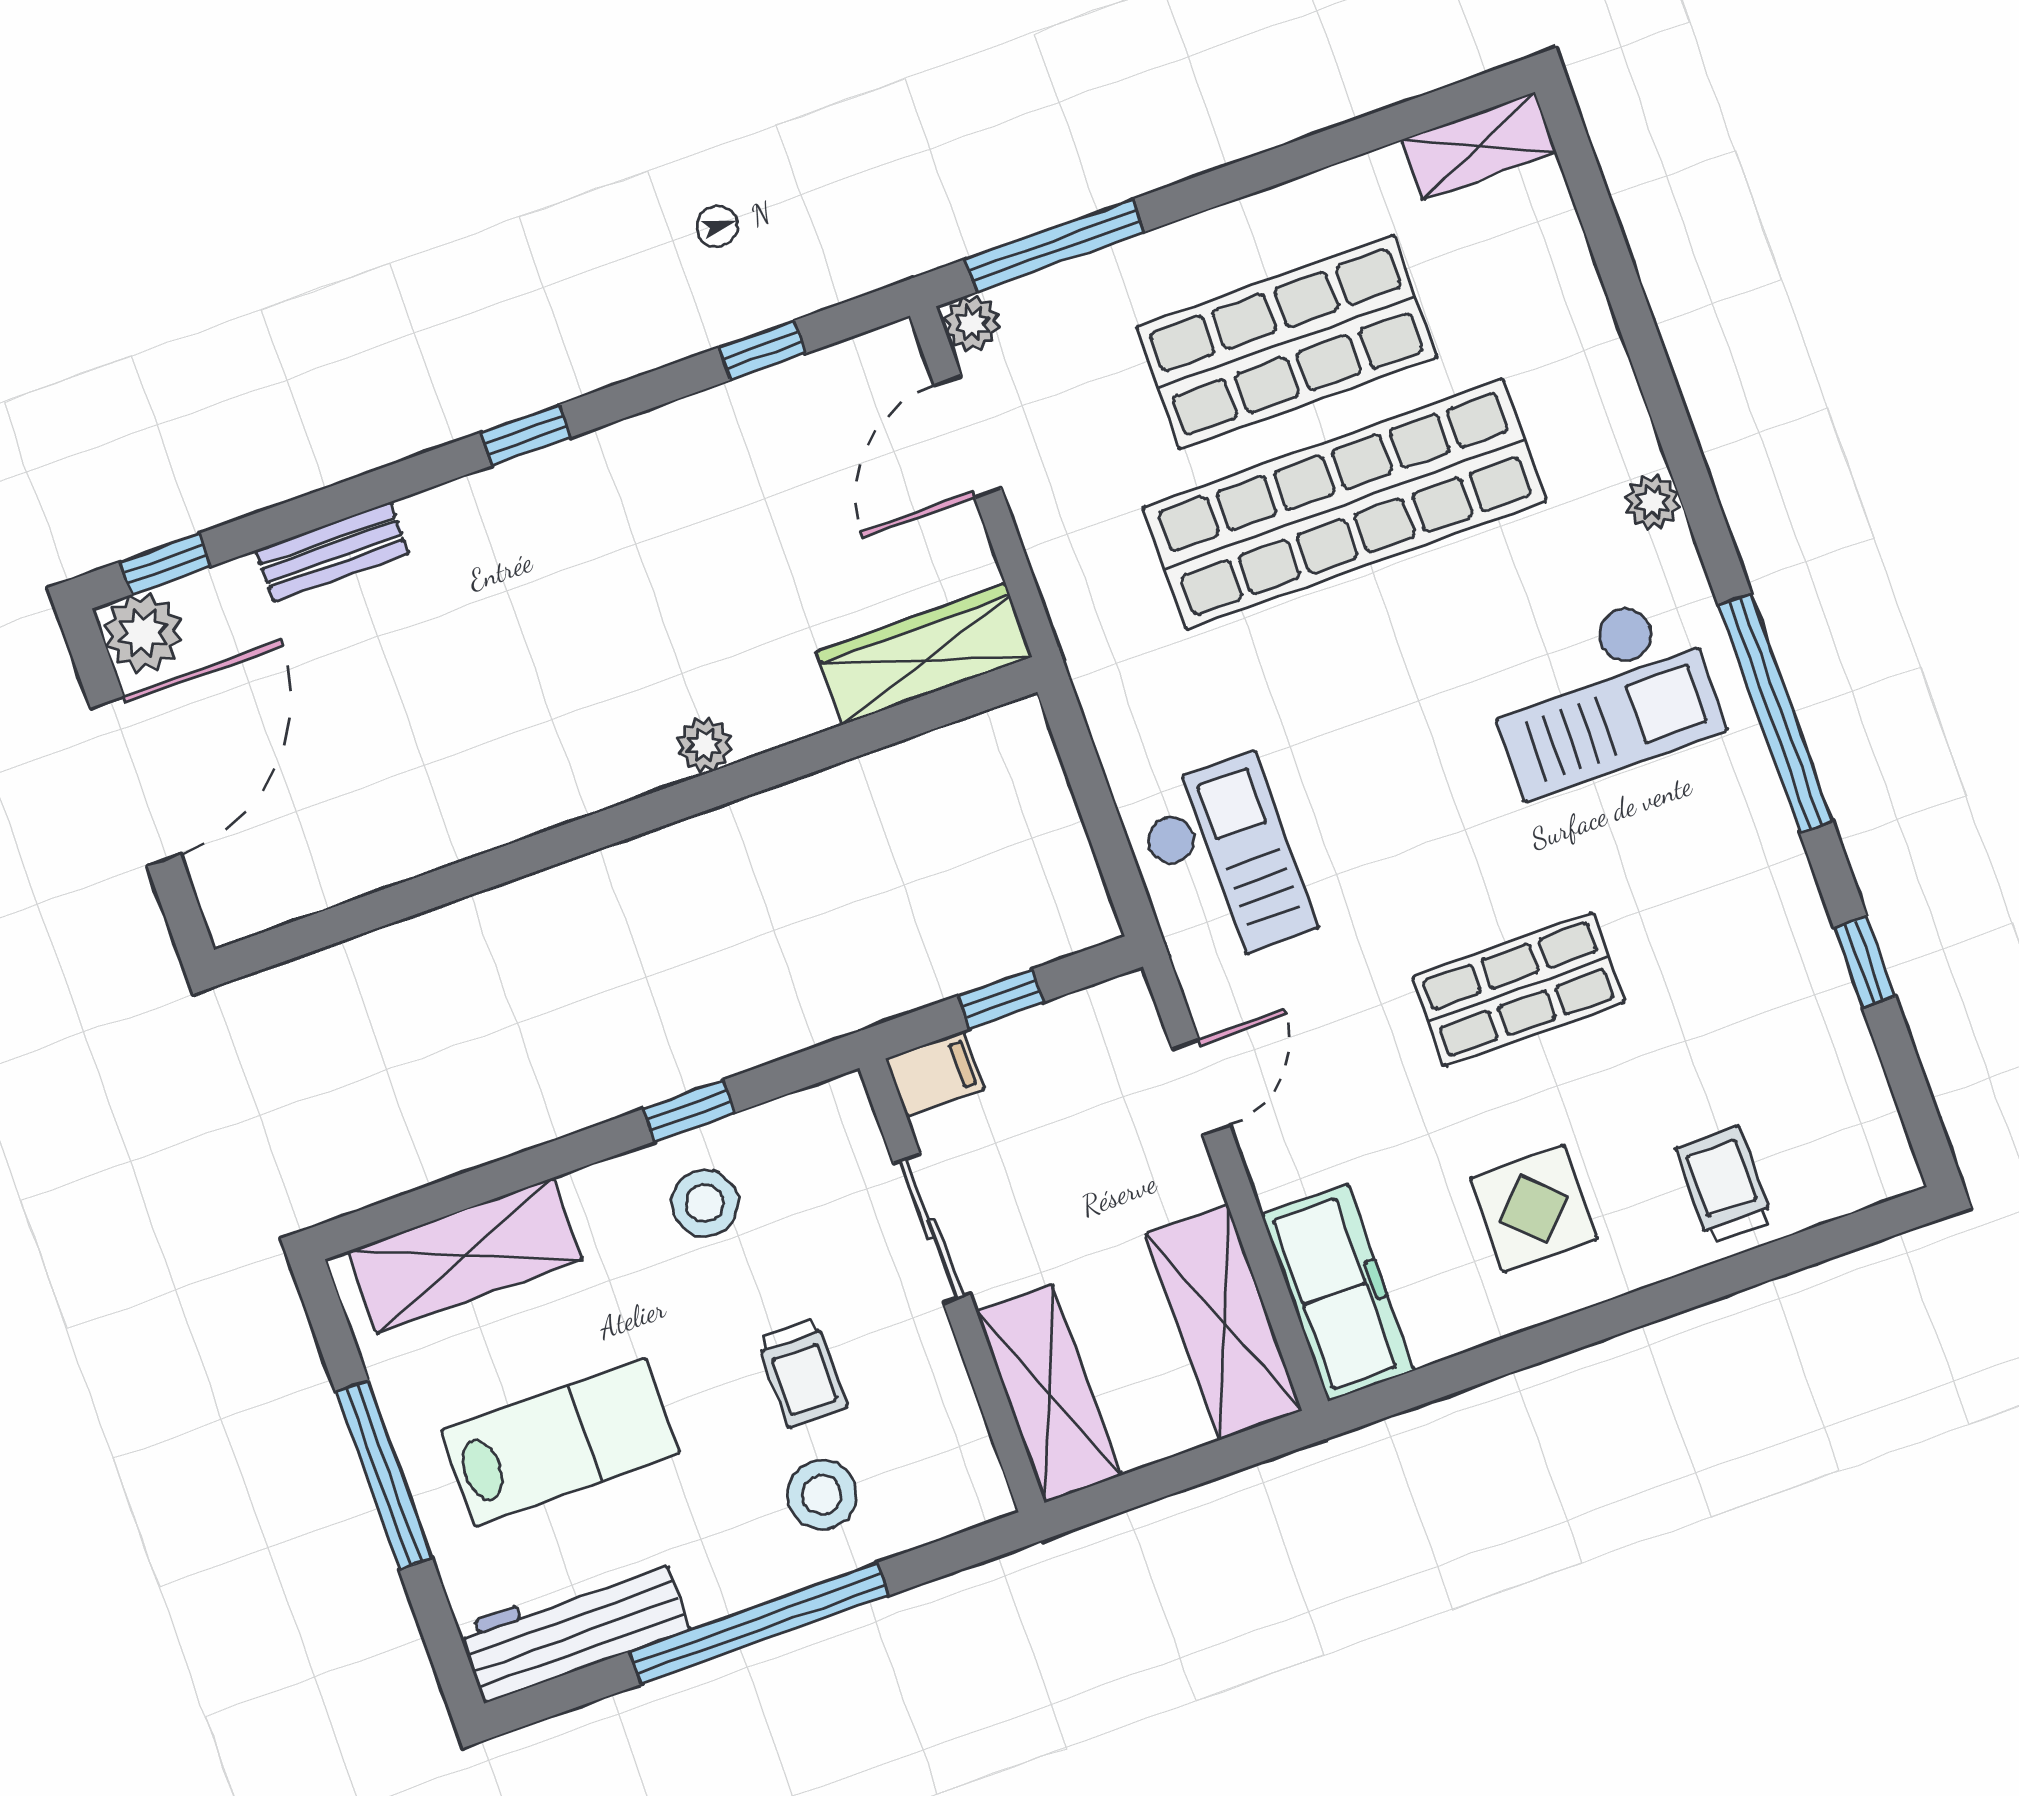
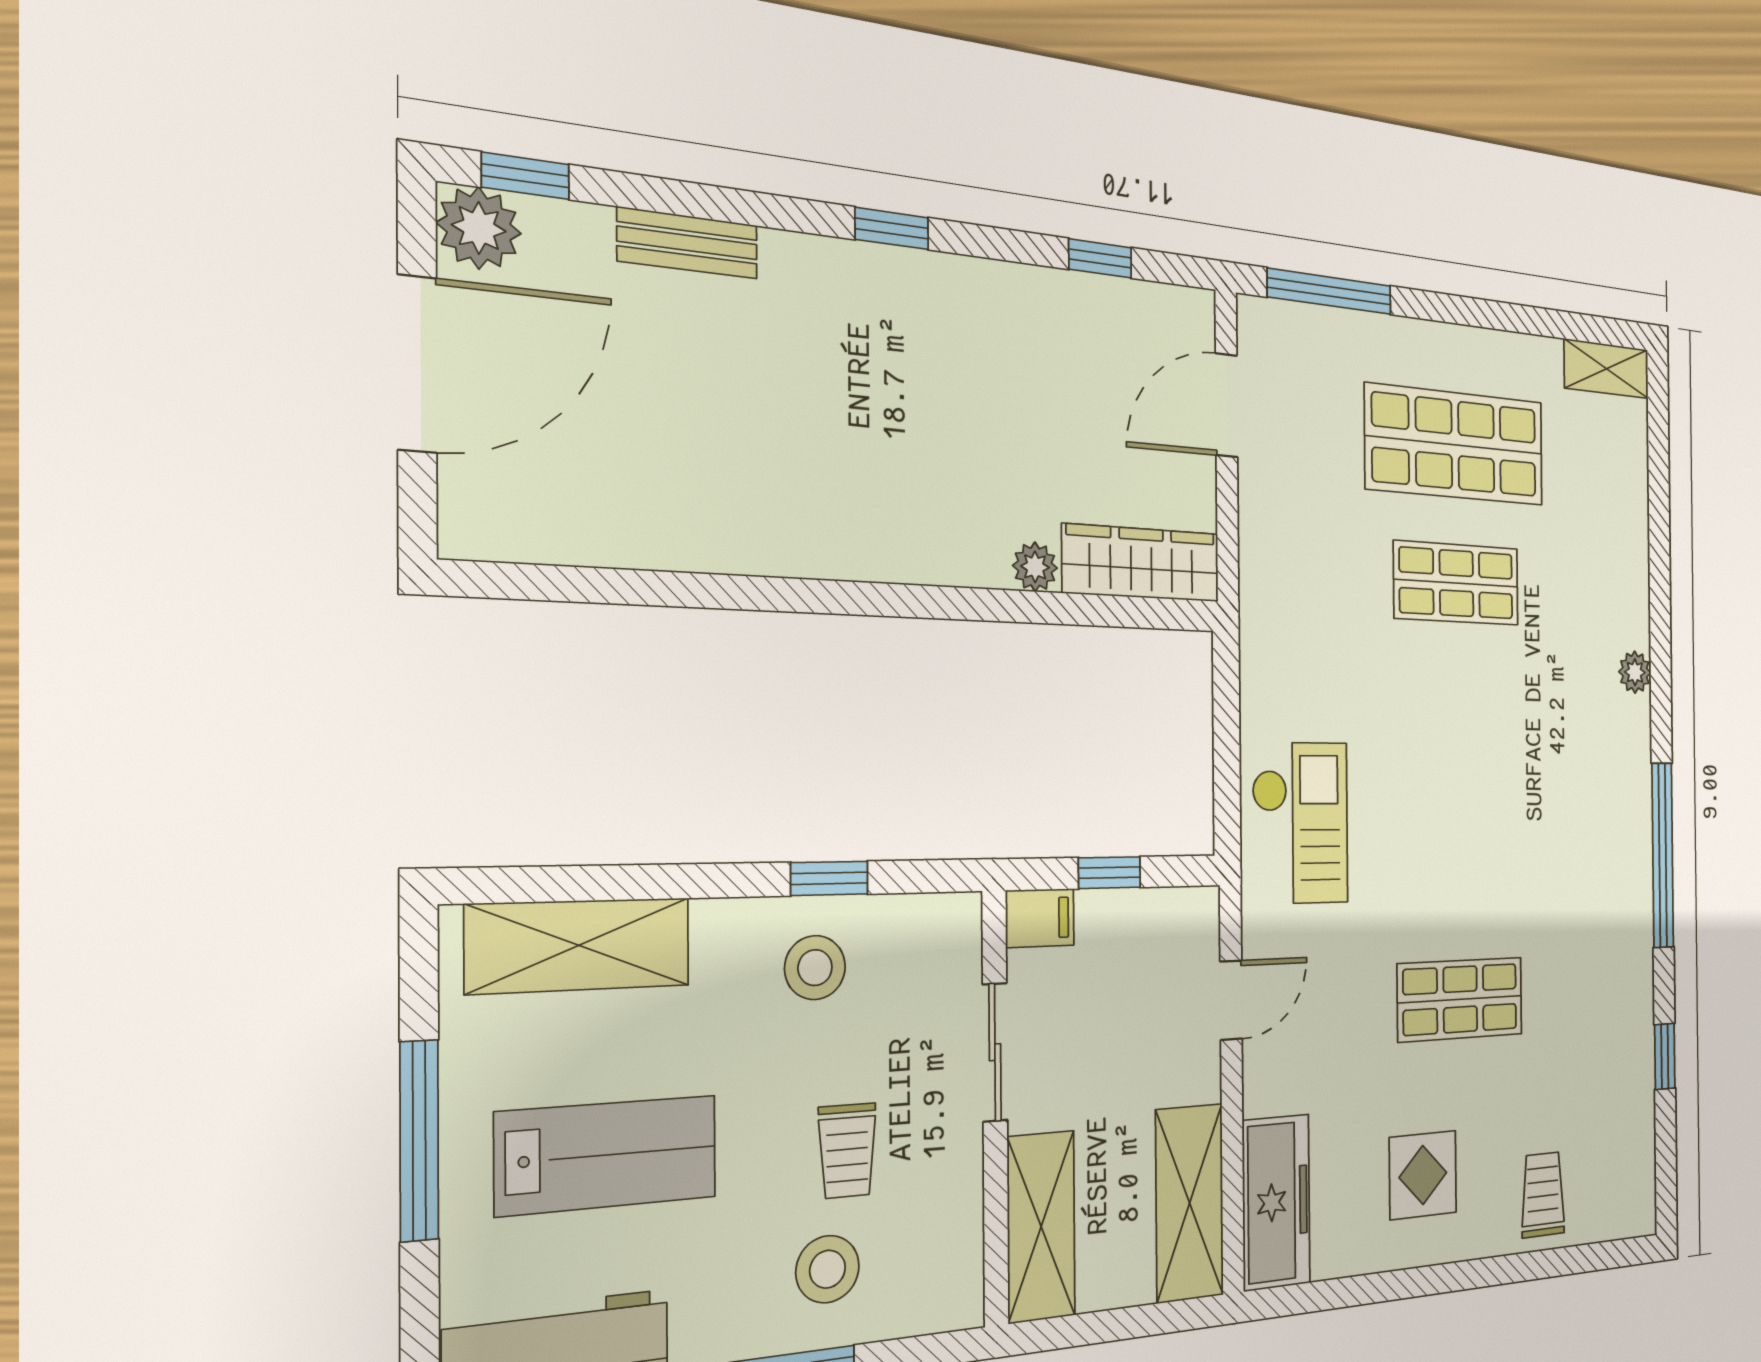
plant: (972, 323) -> (1256, 319), removed
shop shelf: (1345, 504) -> (1456, 583), width x0.50, depth x0.74
checkout: (1601, 695) -> (1569, 798), removed
plant: (705, 745) -> (1035, 567), moved

